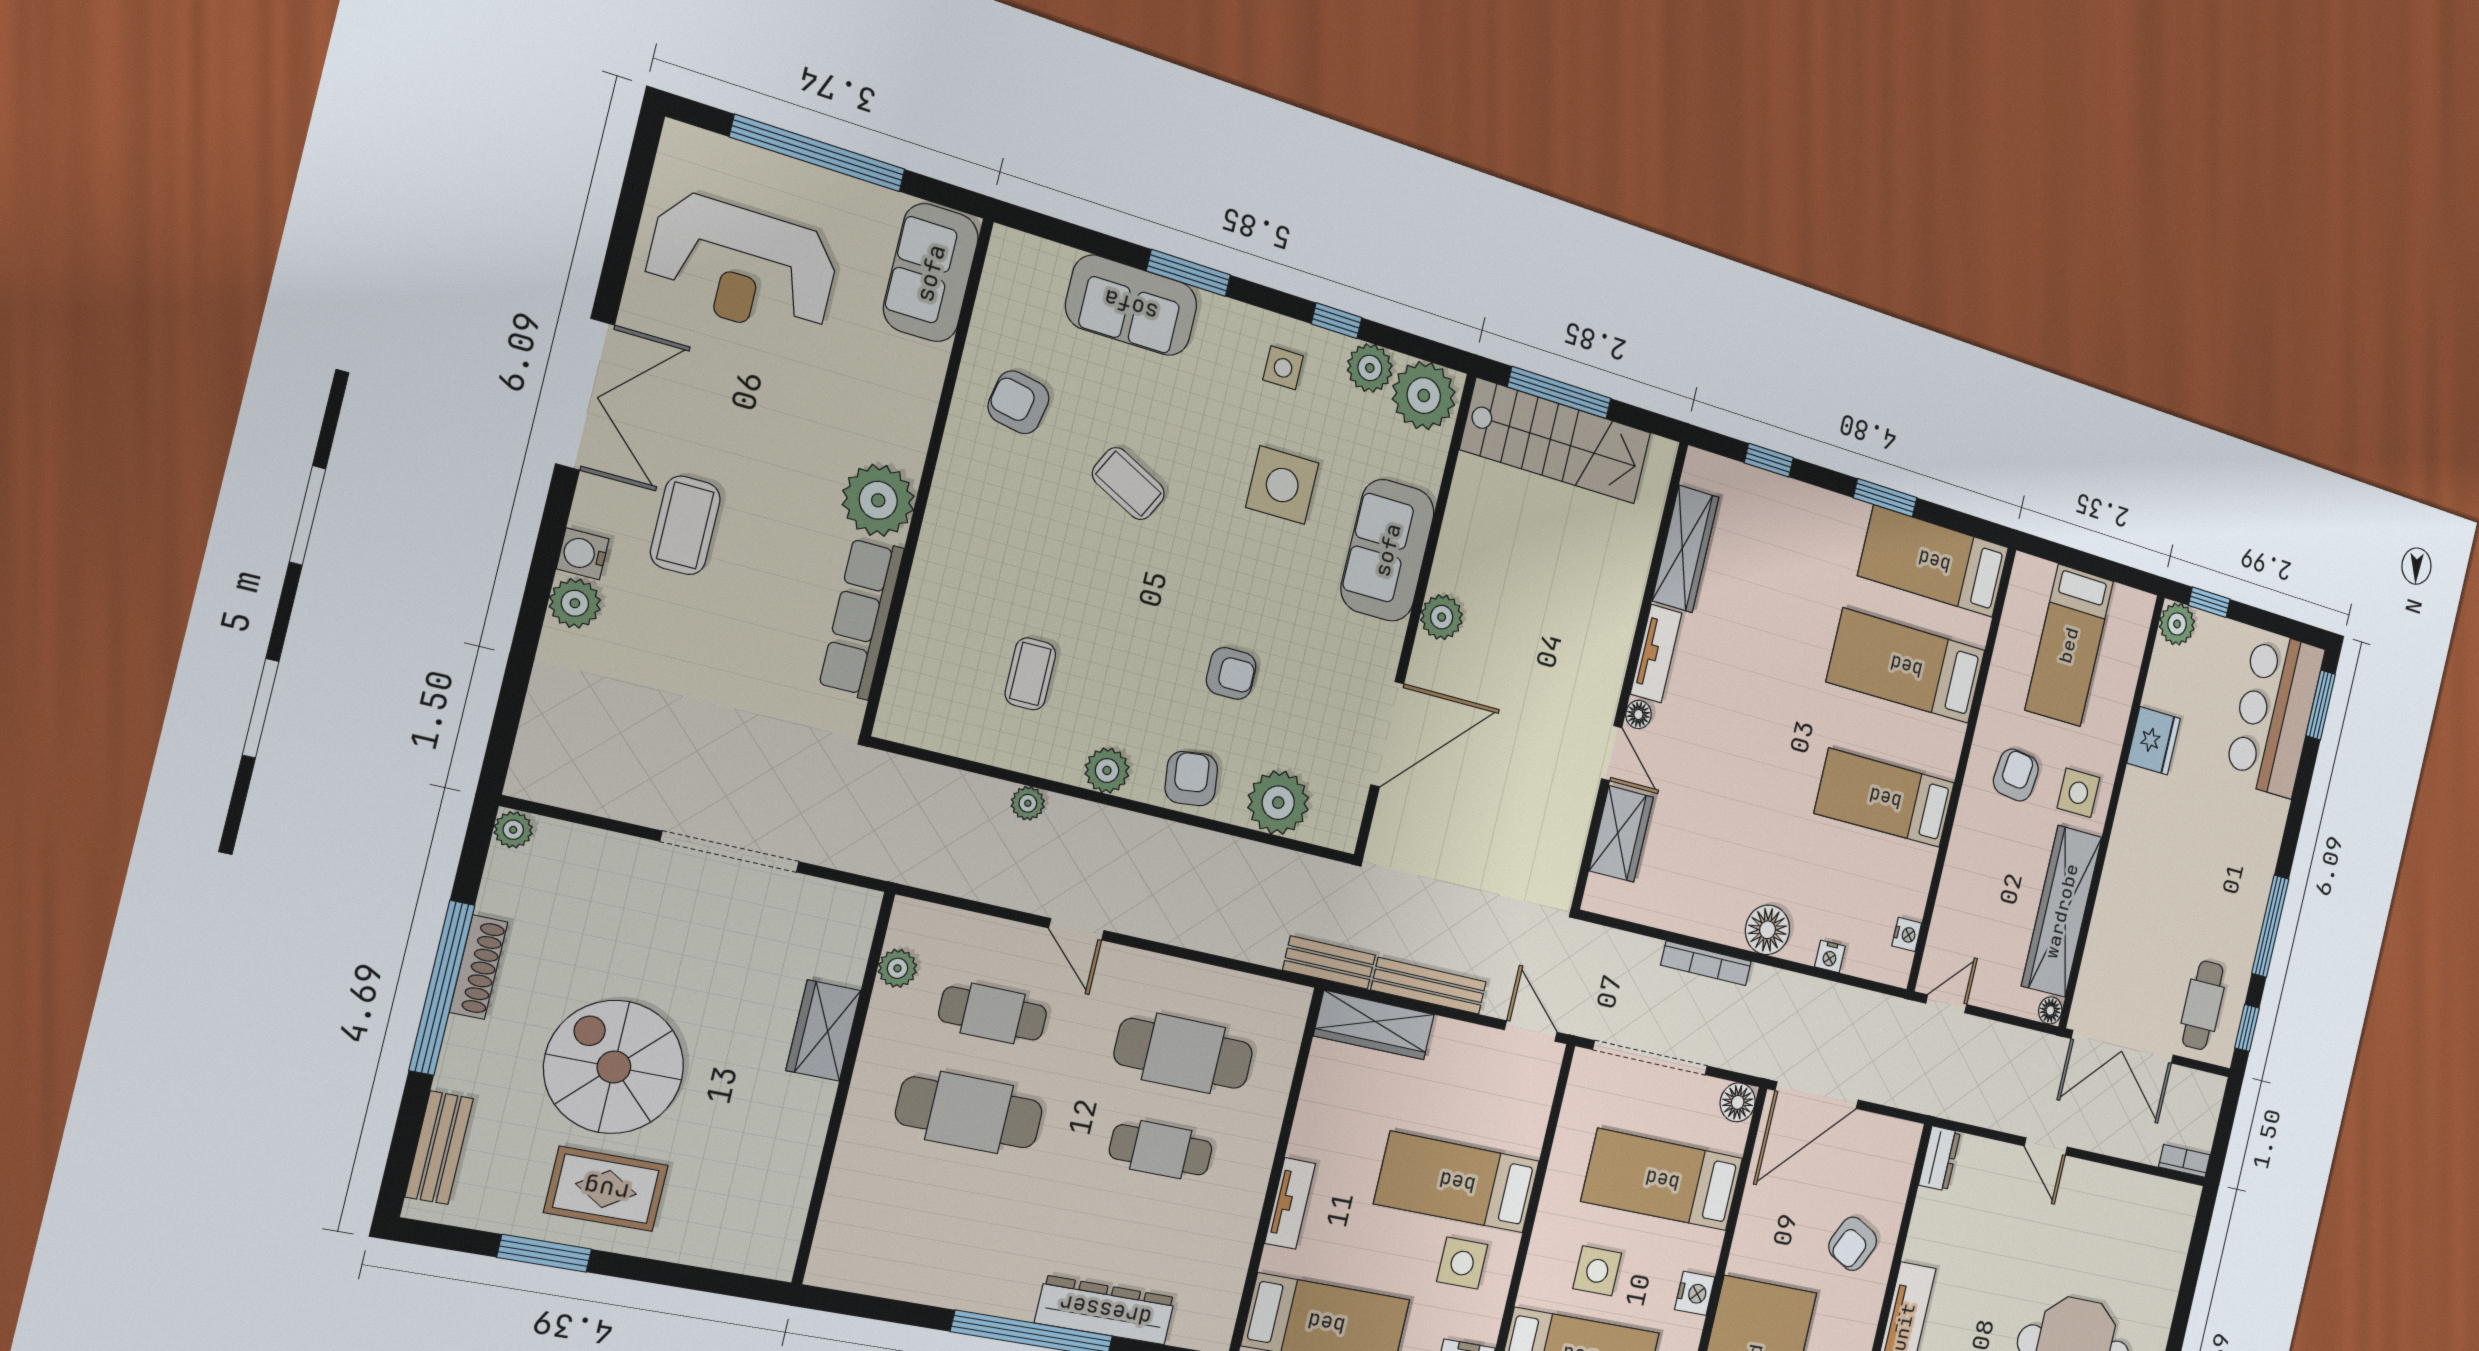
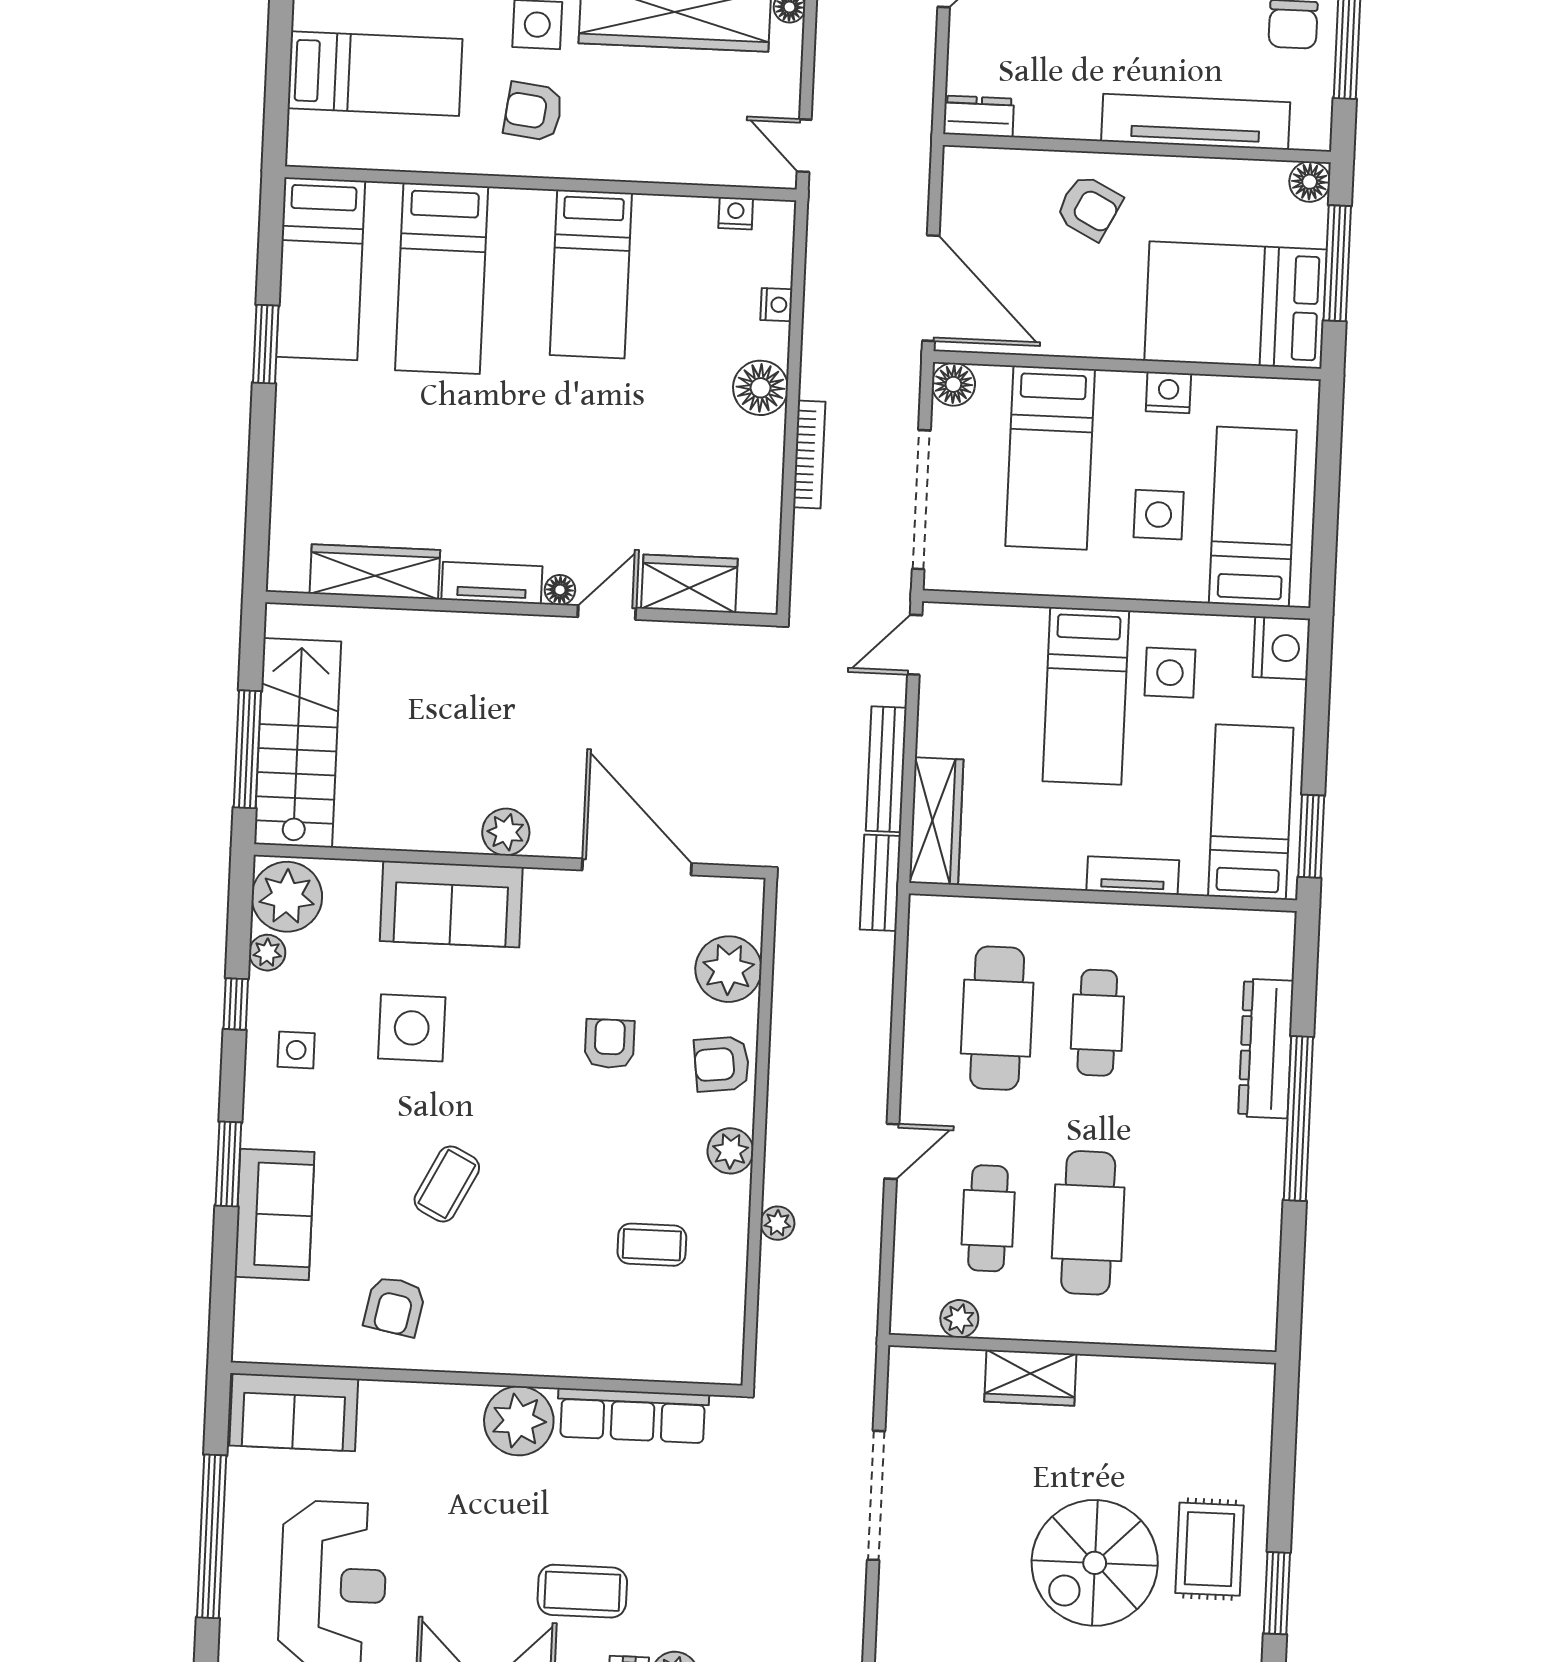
plant: (1370, 368) -> (267, 953), width x0.73, depth x0.73
window: (1769, 460) -> (259, 493), removed

